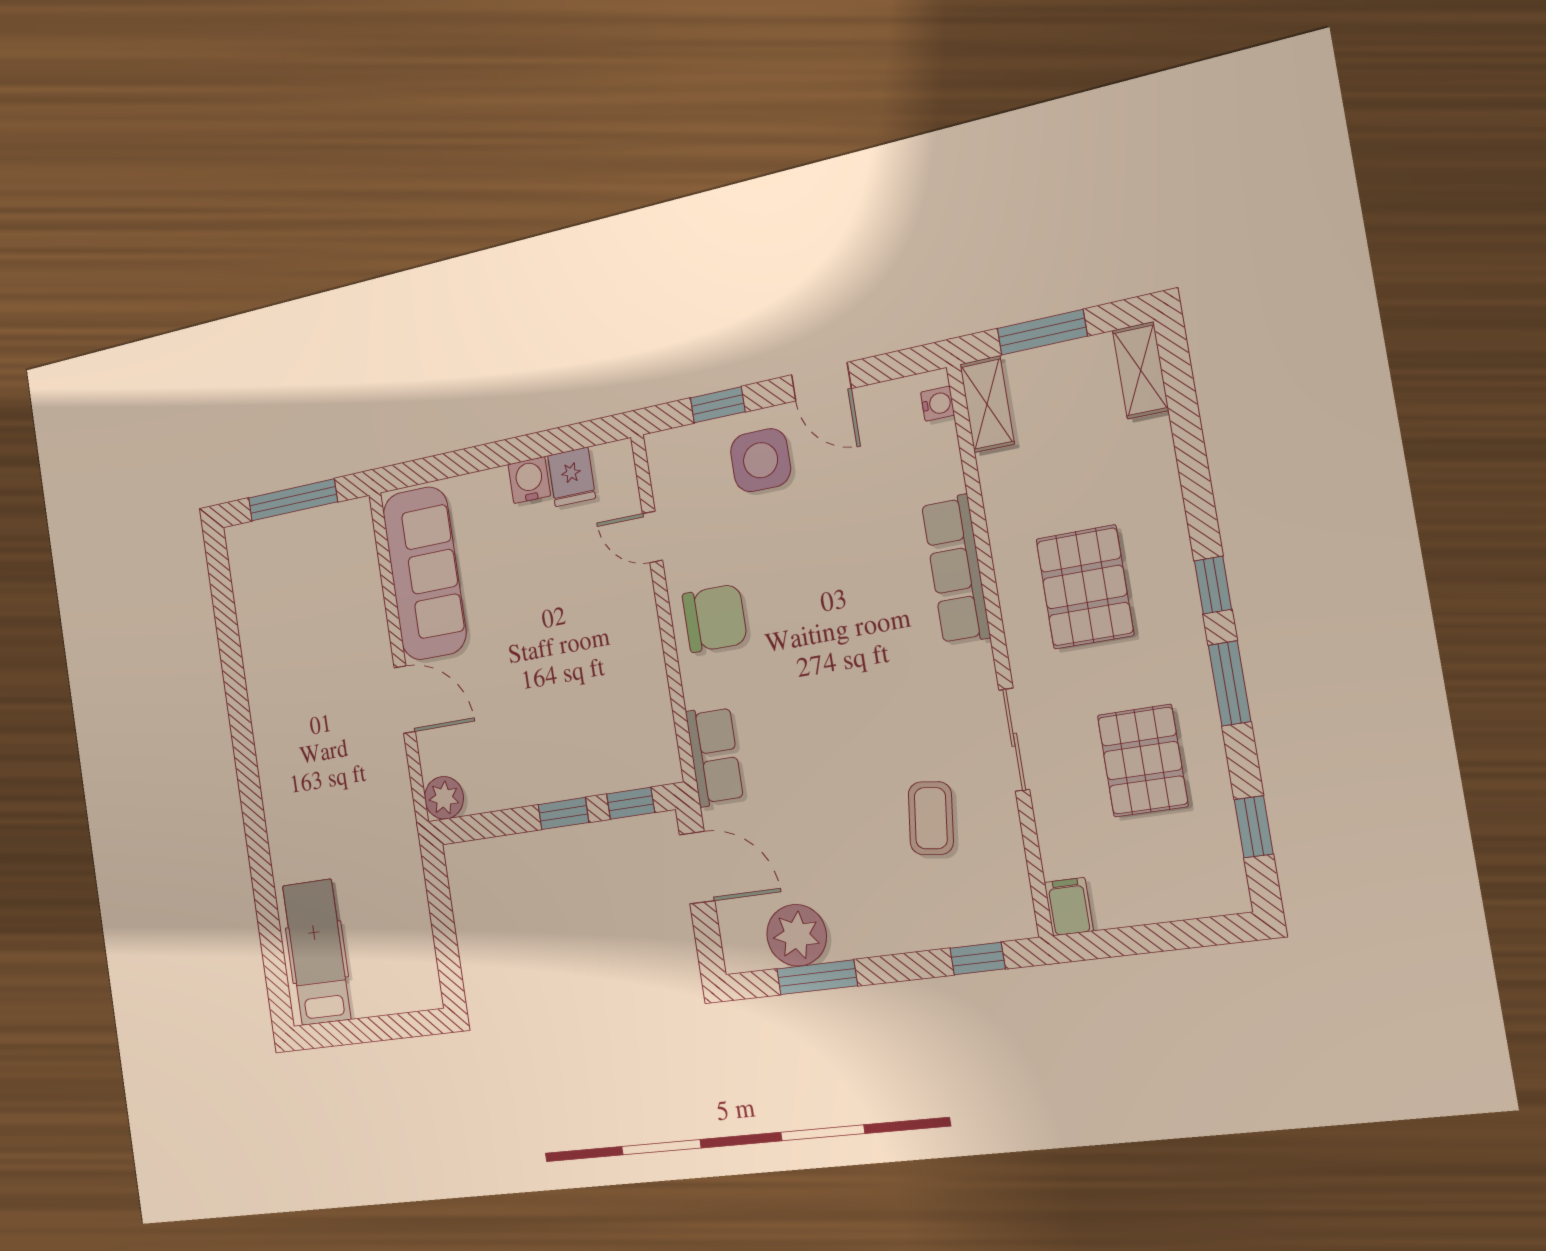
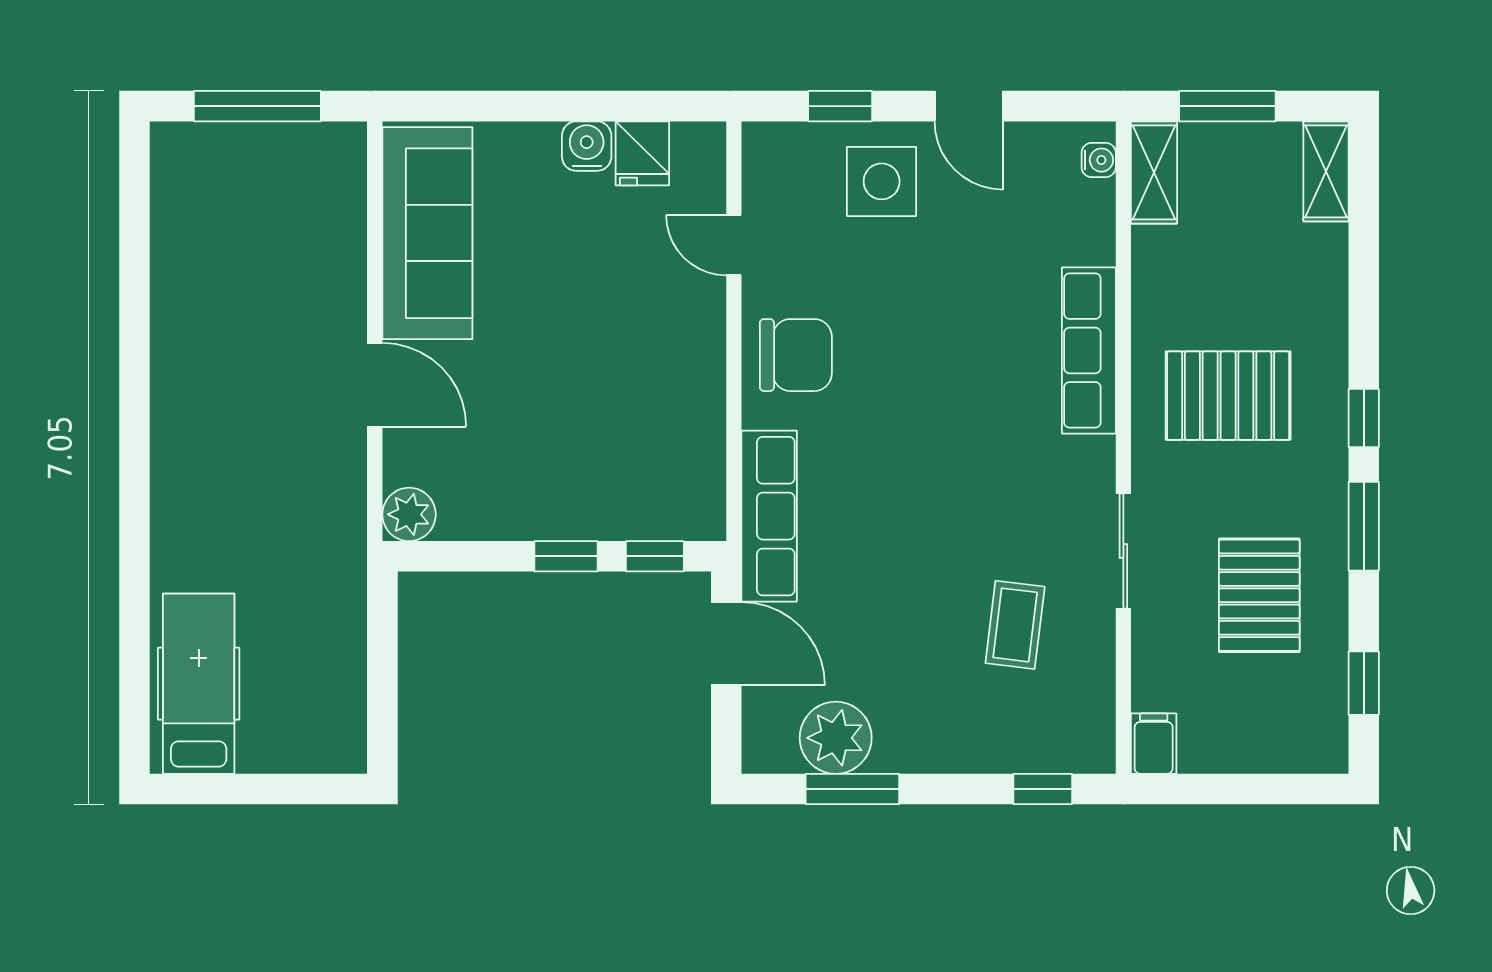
pallet: (1085, 587) -> (1228, 396), turned 90
row of seats: (714, 756) -> (769, 516), width x1.48

